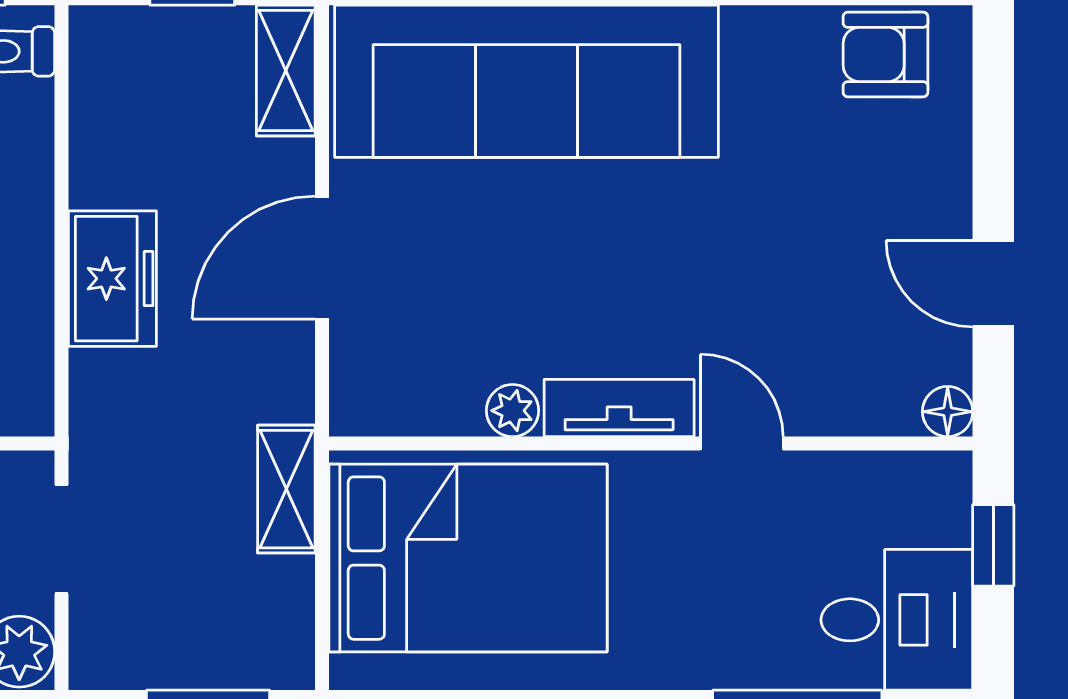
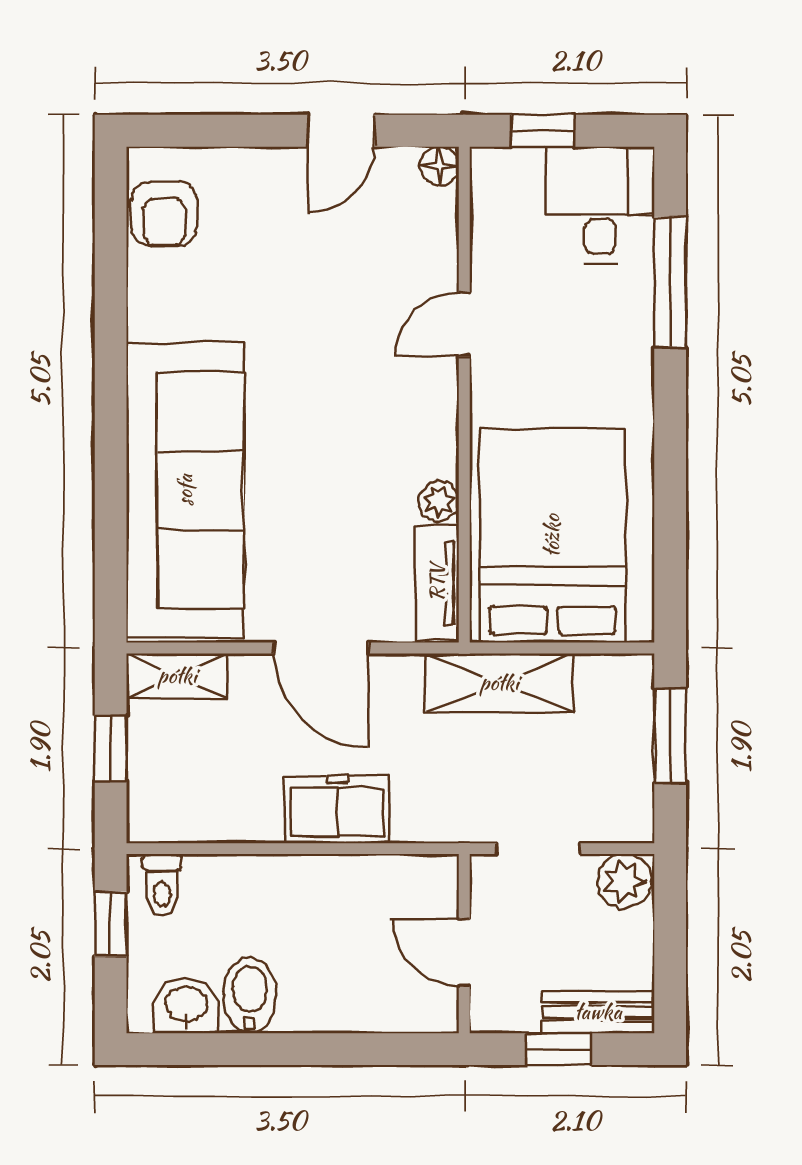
tv unit: (619, 408) -> (437, 583), moved
shelving: (286, 489) -> (499, 683), width x1.50, depth x1.33

